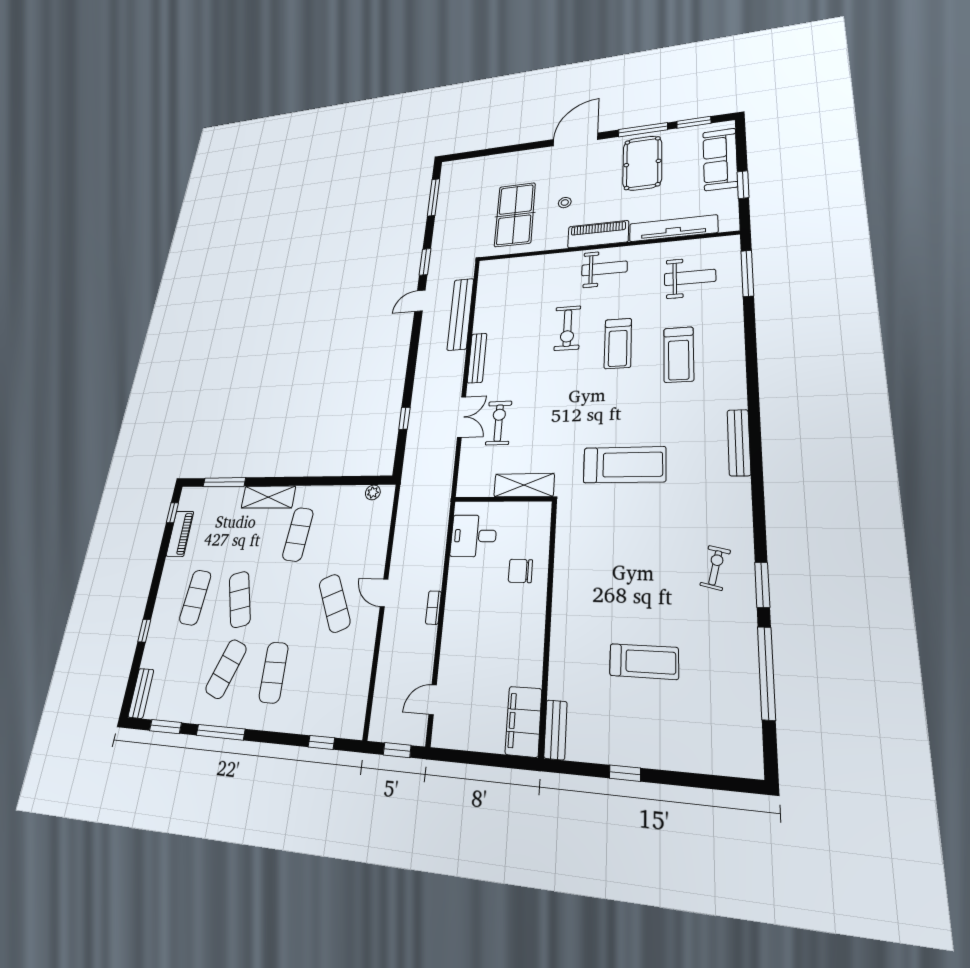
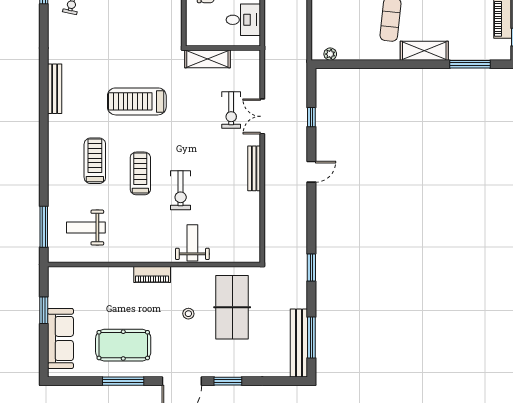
window: (694, 122) -> (228, 381), moved
pool table: (642, 163) -> (123, 345), turned 90
tv unit: (673, 228) -> (98, 275), removed
piano: (598, 234) -> (152, 275), width x0.73, depth x0.75
weight bench: (604, 268) -> (192, 243), moved, turned 90
door: (420, 301) -> (311, 172), moved
bench: (460, 314) -> (299, 343), moved
exercise bike: (567, 328) -> (181, 190), turned 180
treadmill: (624, 465) -> (137, 101), moved

